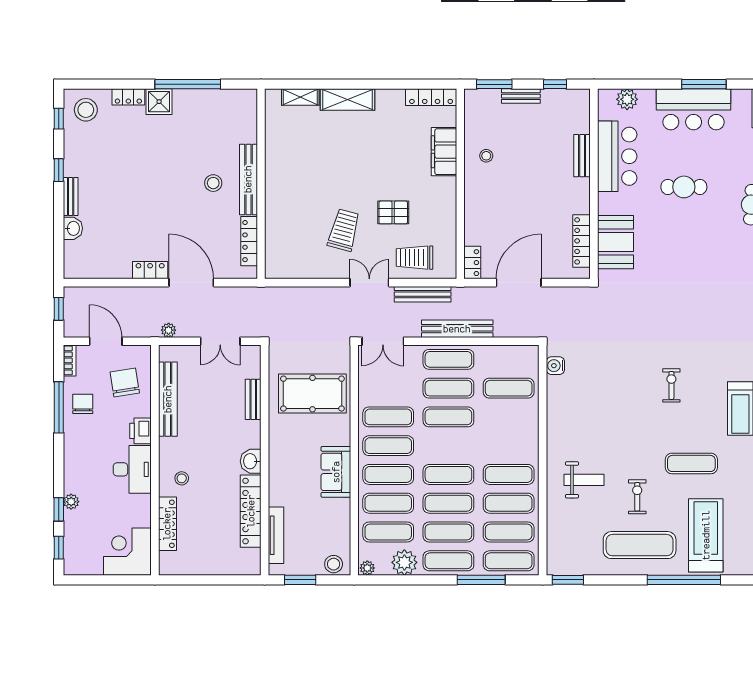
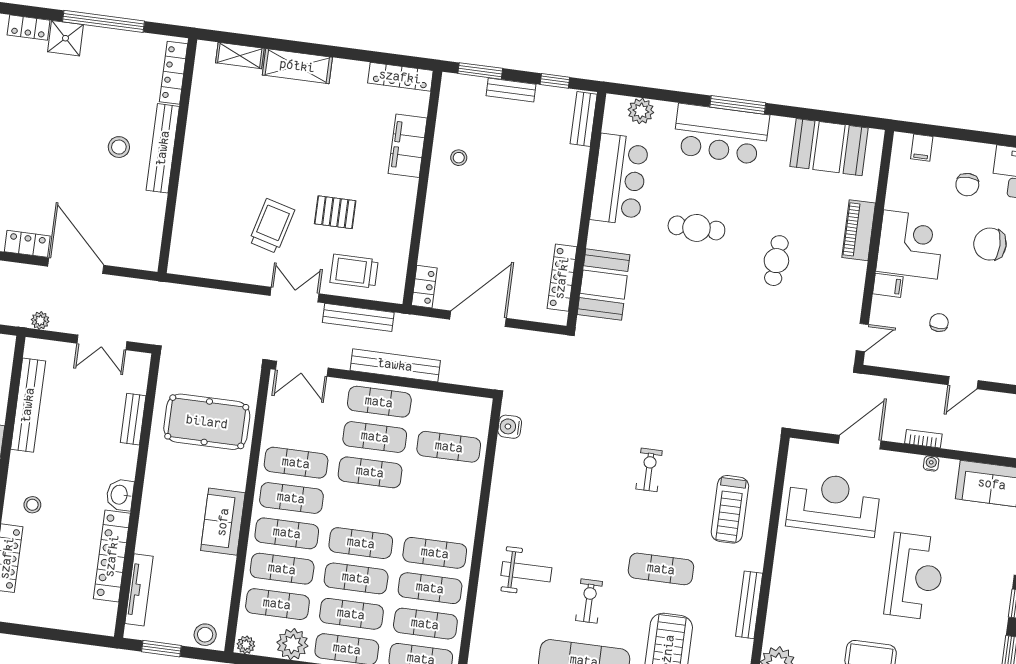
bench: (582, 156) -> (584, 119), moved
locker: (249, 241) -> (173, 73), moved

